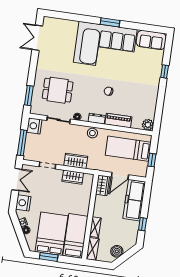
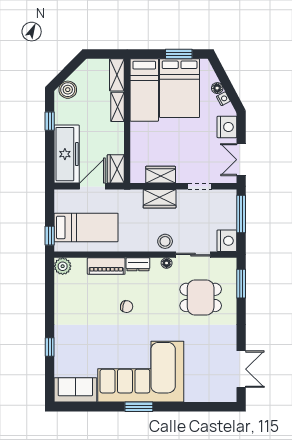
stool: (92, 133) -> (165, 241), moved
window: (152, 160) -> (50, 236), moved
boiler: (117, 251) -> (68, 90), moved

